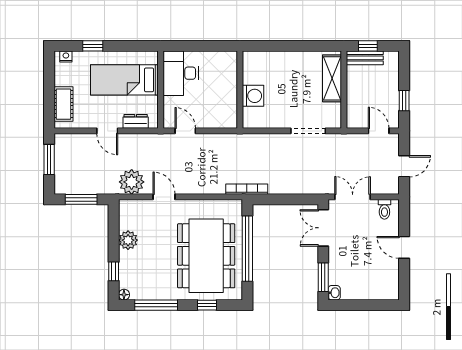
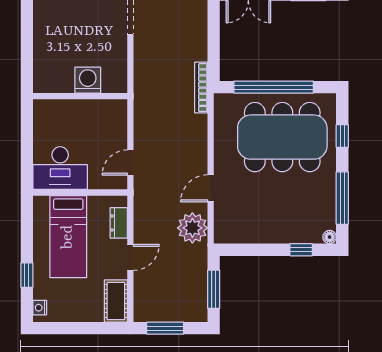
cot: (64, 104) -> (116, 301), moved, turned 90
plant: (128, 240) -> (263, 232), removed

